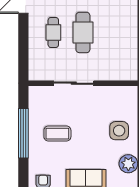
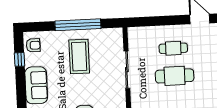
coffee table: (57, 134) -> (79, 57), width x1.36, depth x1.32

